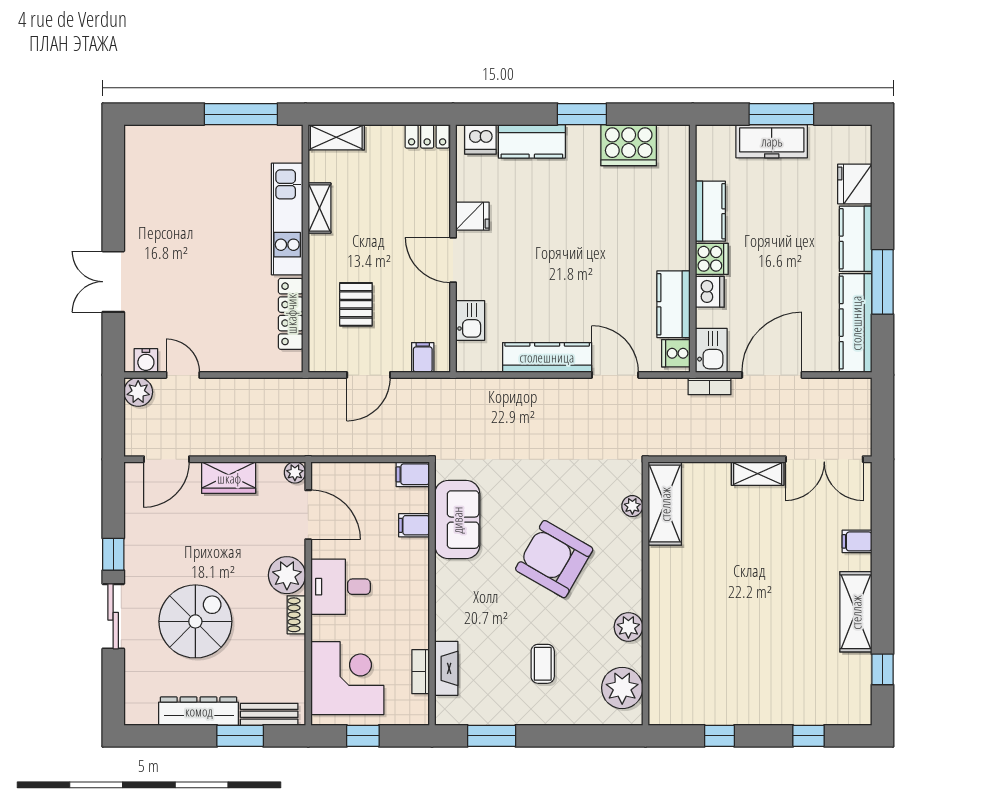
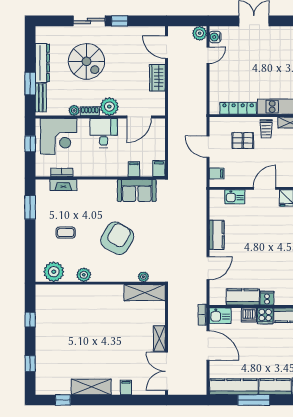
trolley: (332, 257) -> (266, 129), added
cooker: (676, 353) -> (267, 298), moved
kitchen counter: (547, 357) -> (217, 235), width x0.67
plant: (295, 472) -> (74, 110), moved

